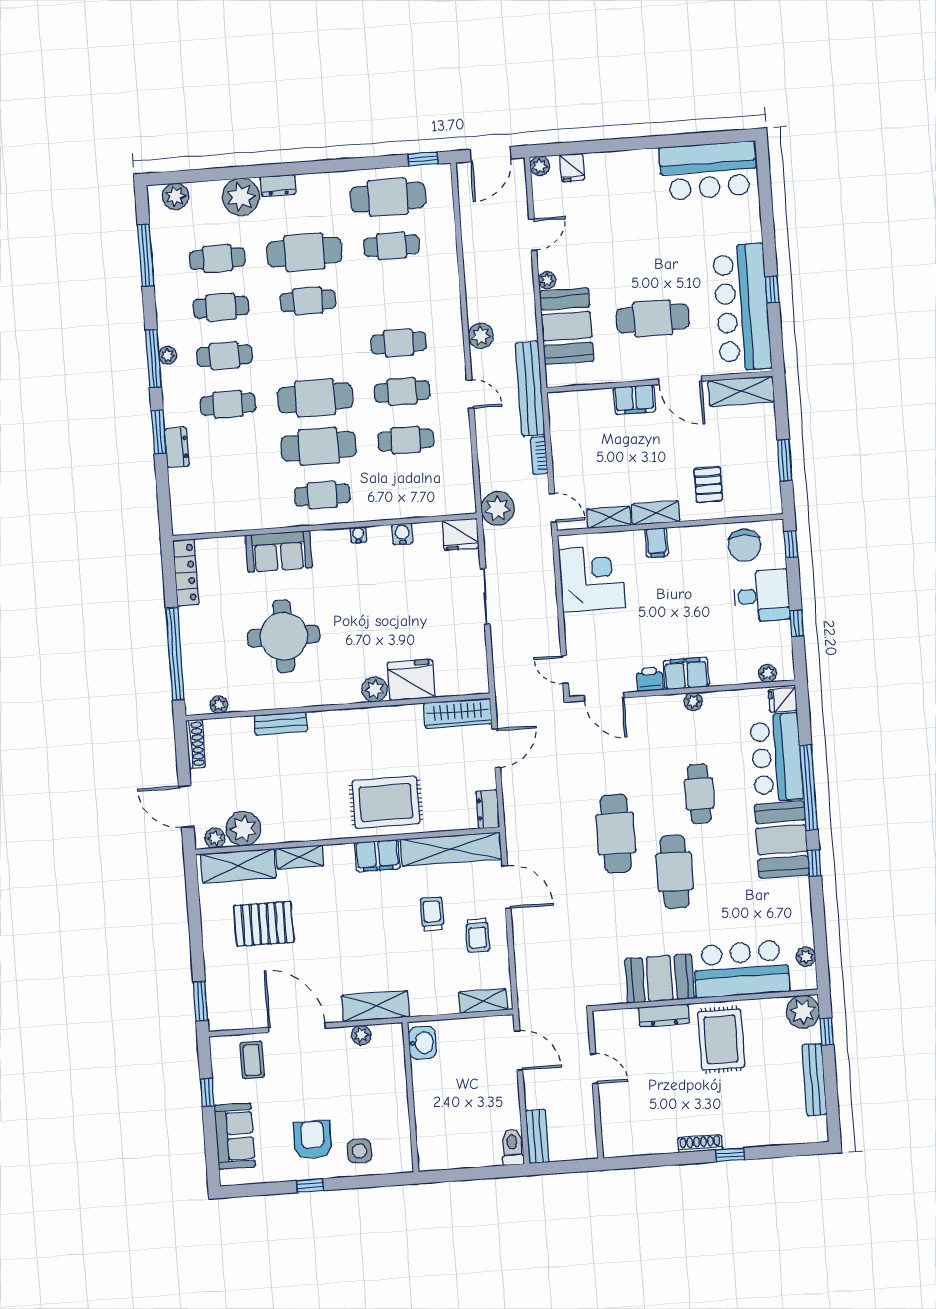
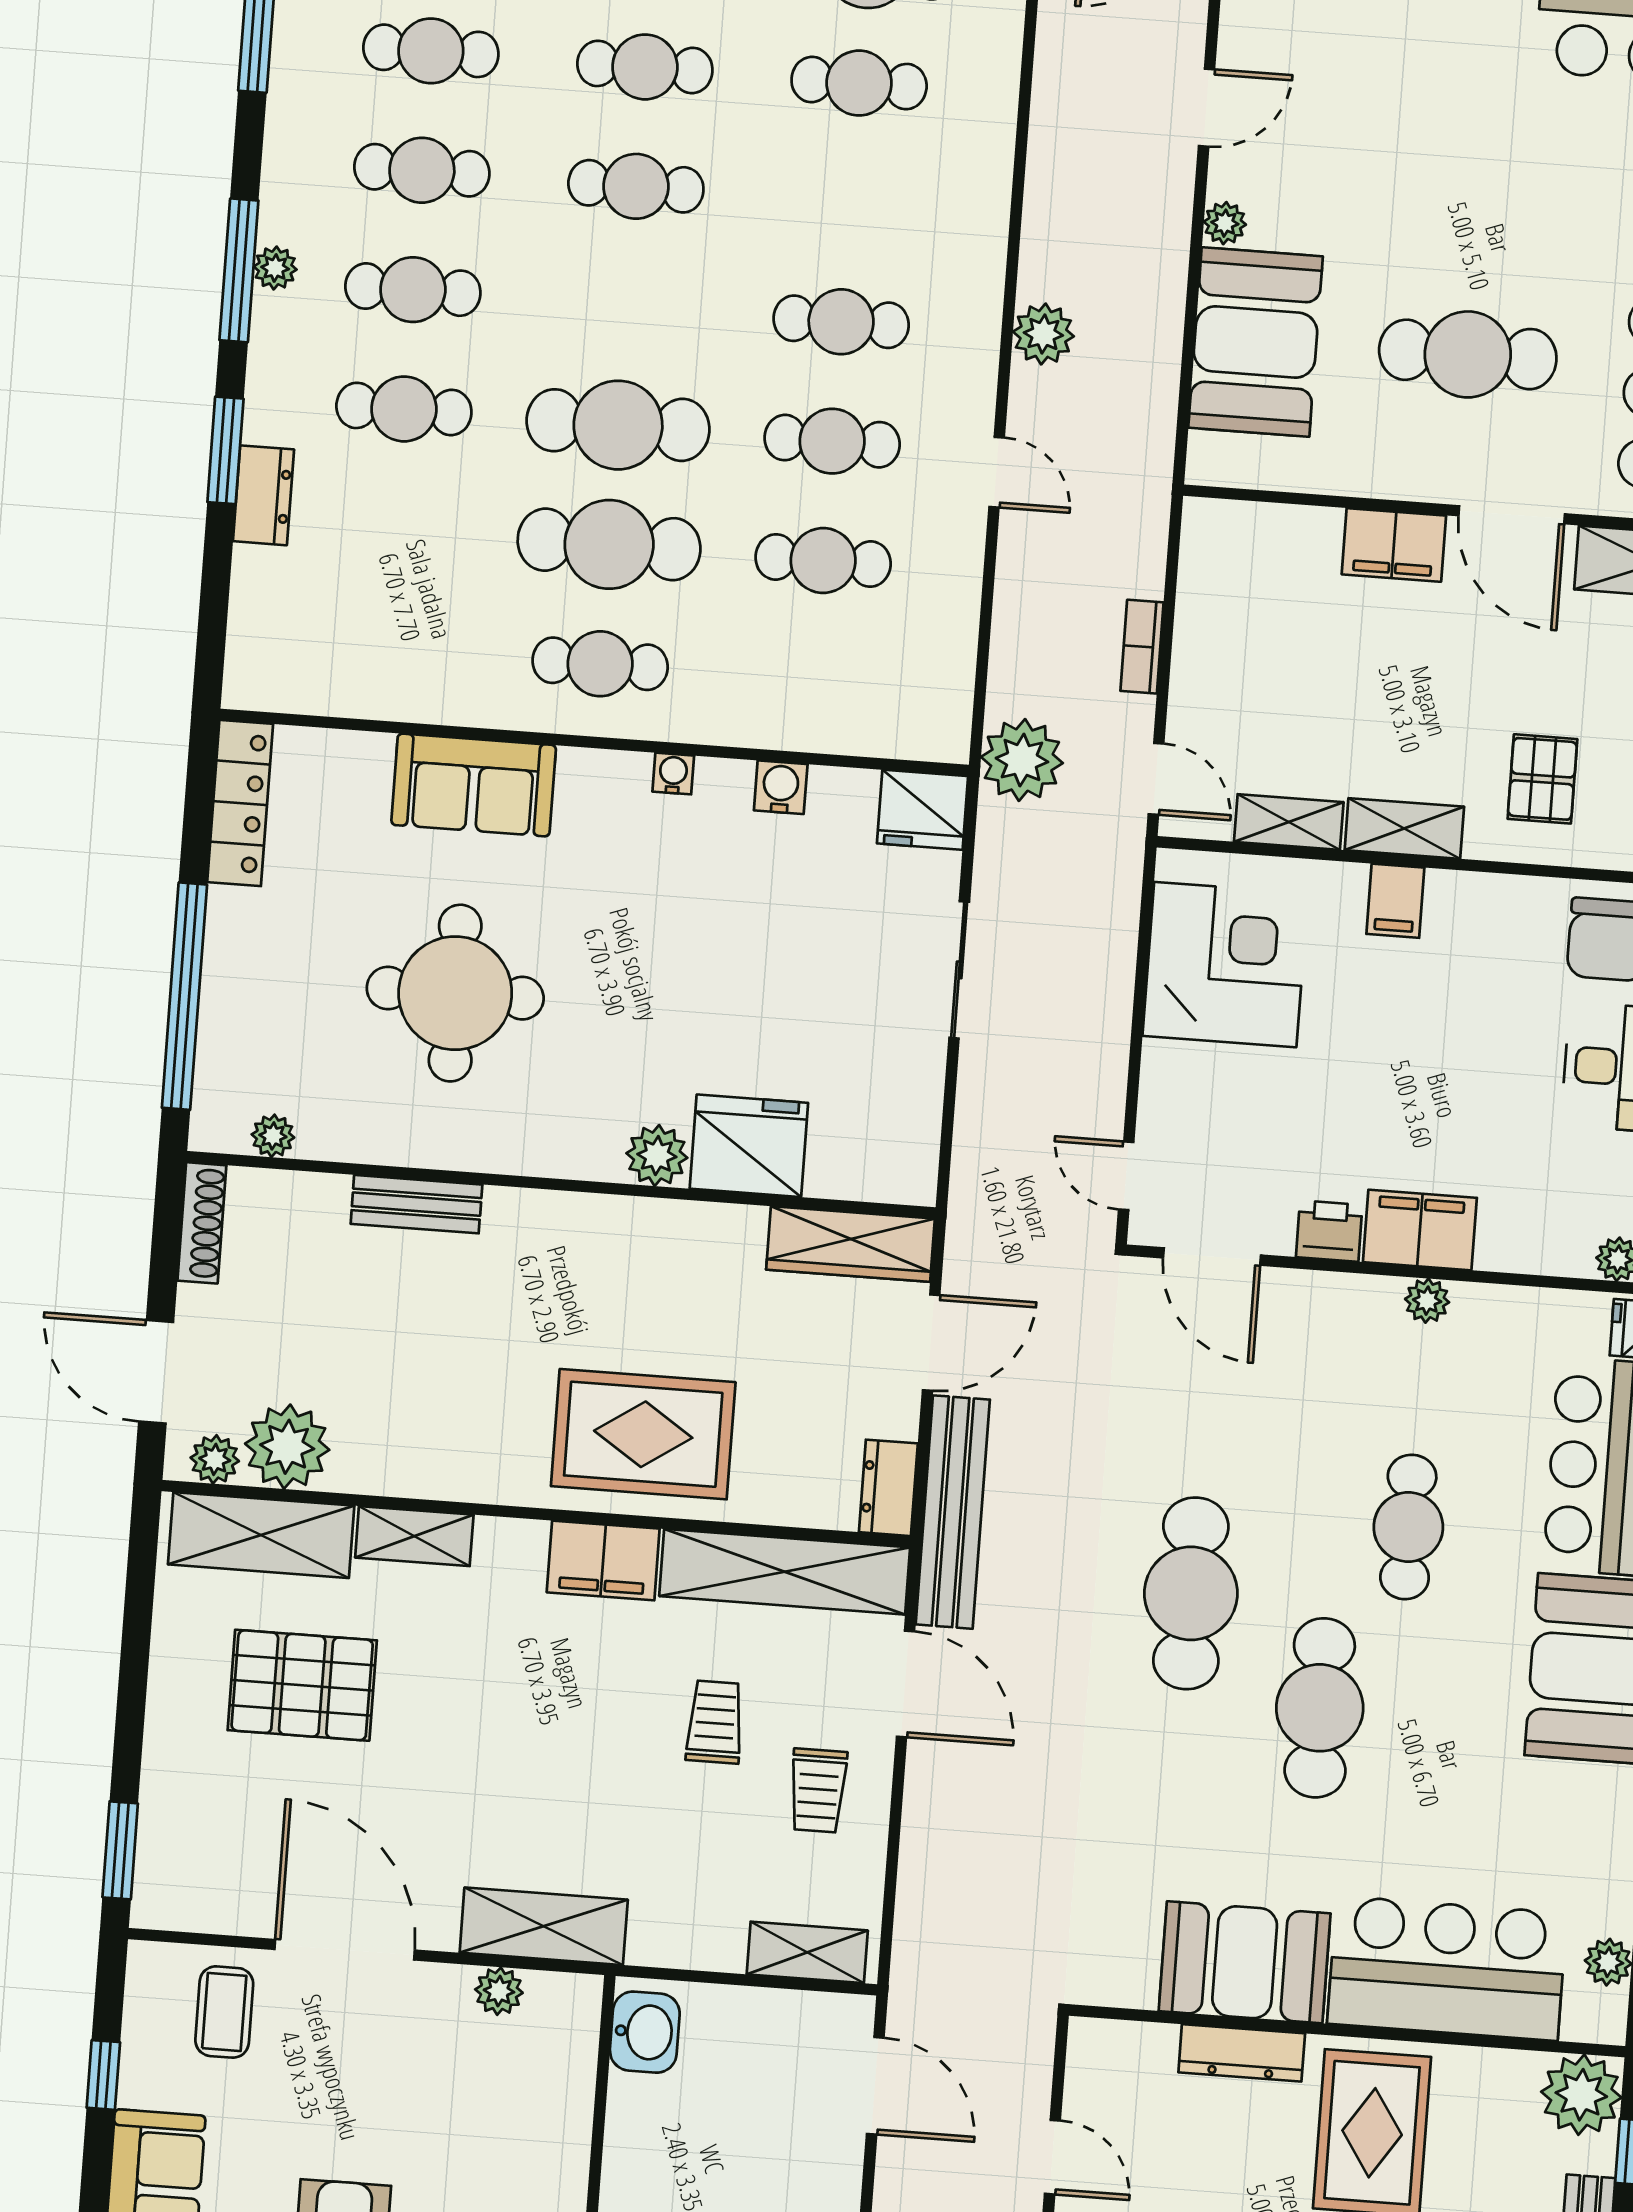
cafe table: (304, 252) -> (645, 67), width x0.73, depth x0.74
bench: (530, 389) -> (953, 1512), moved

